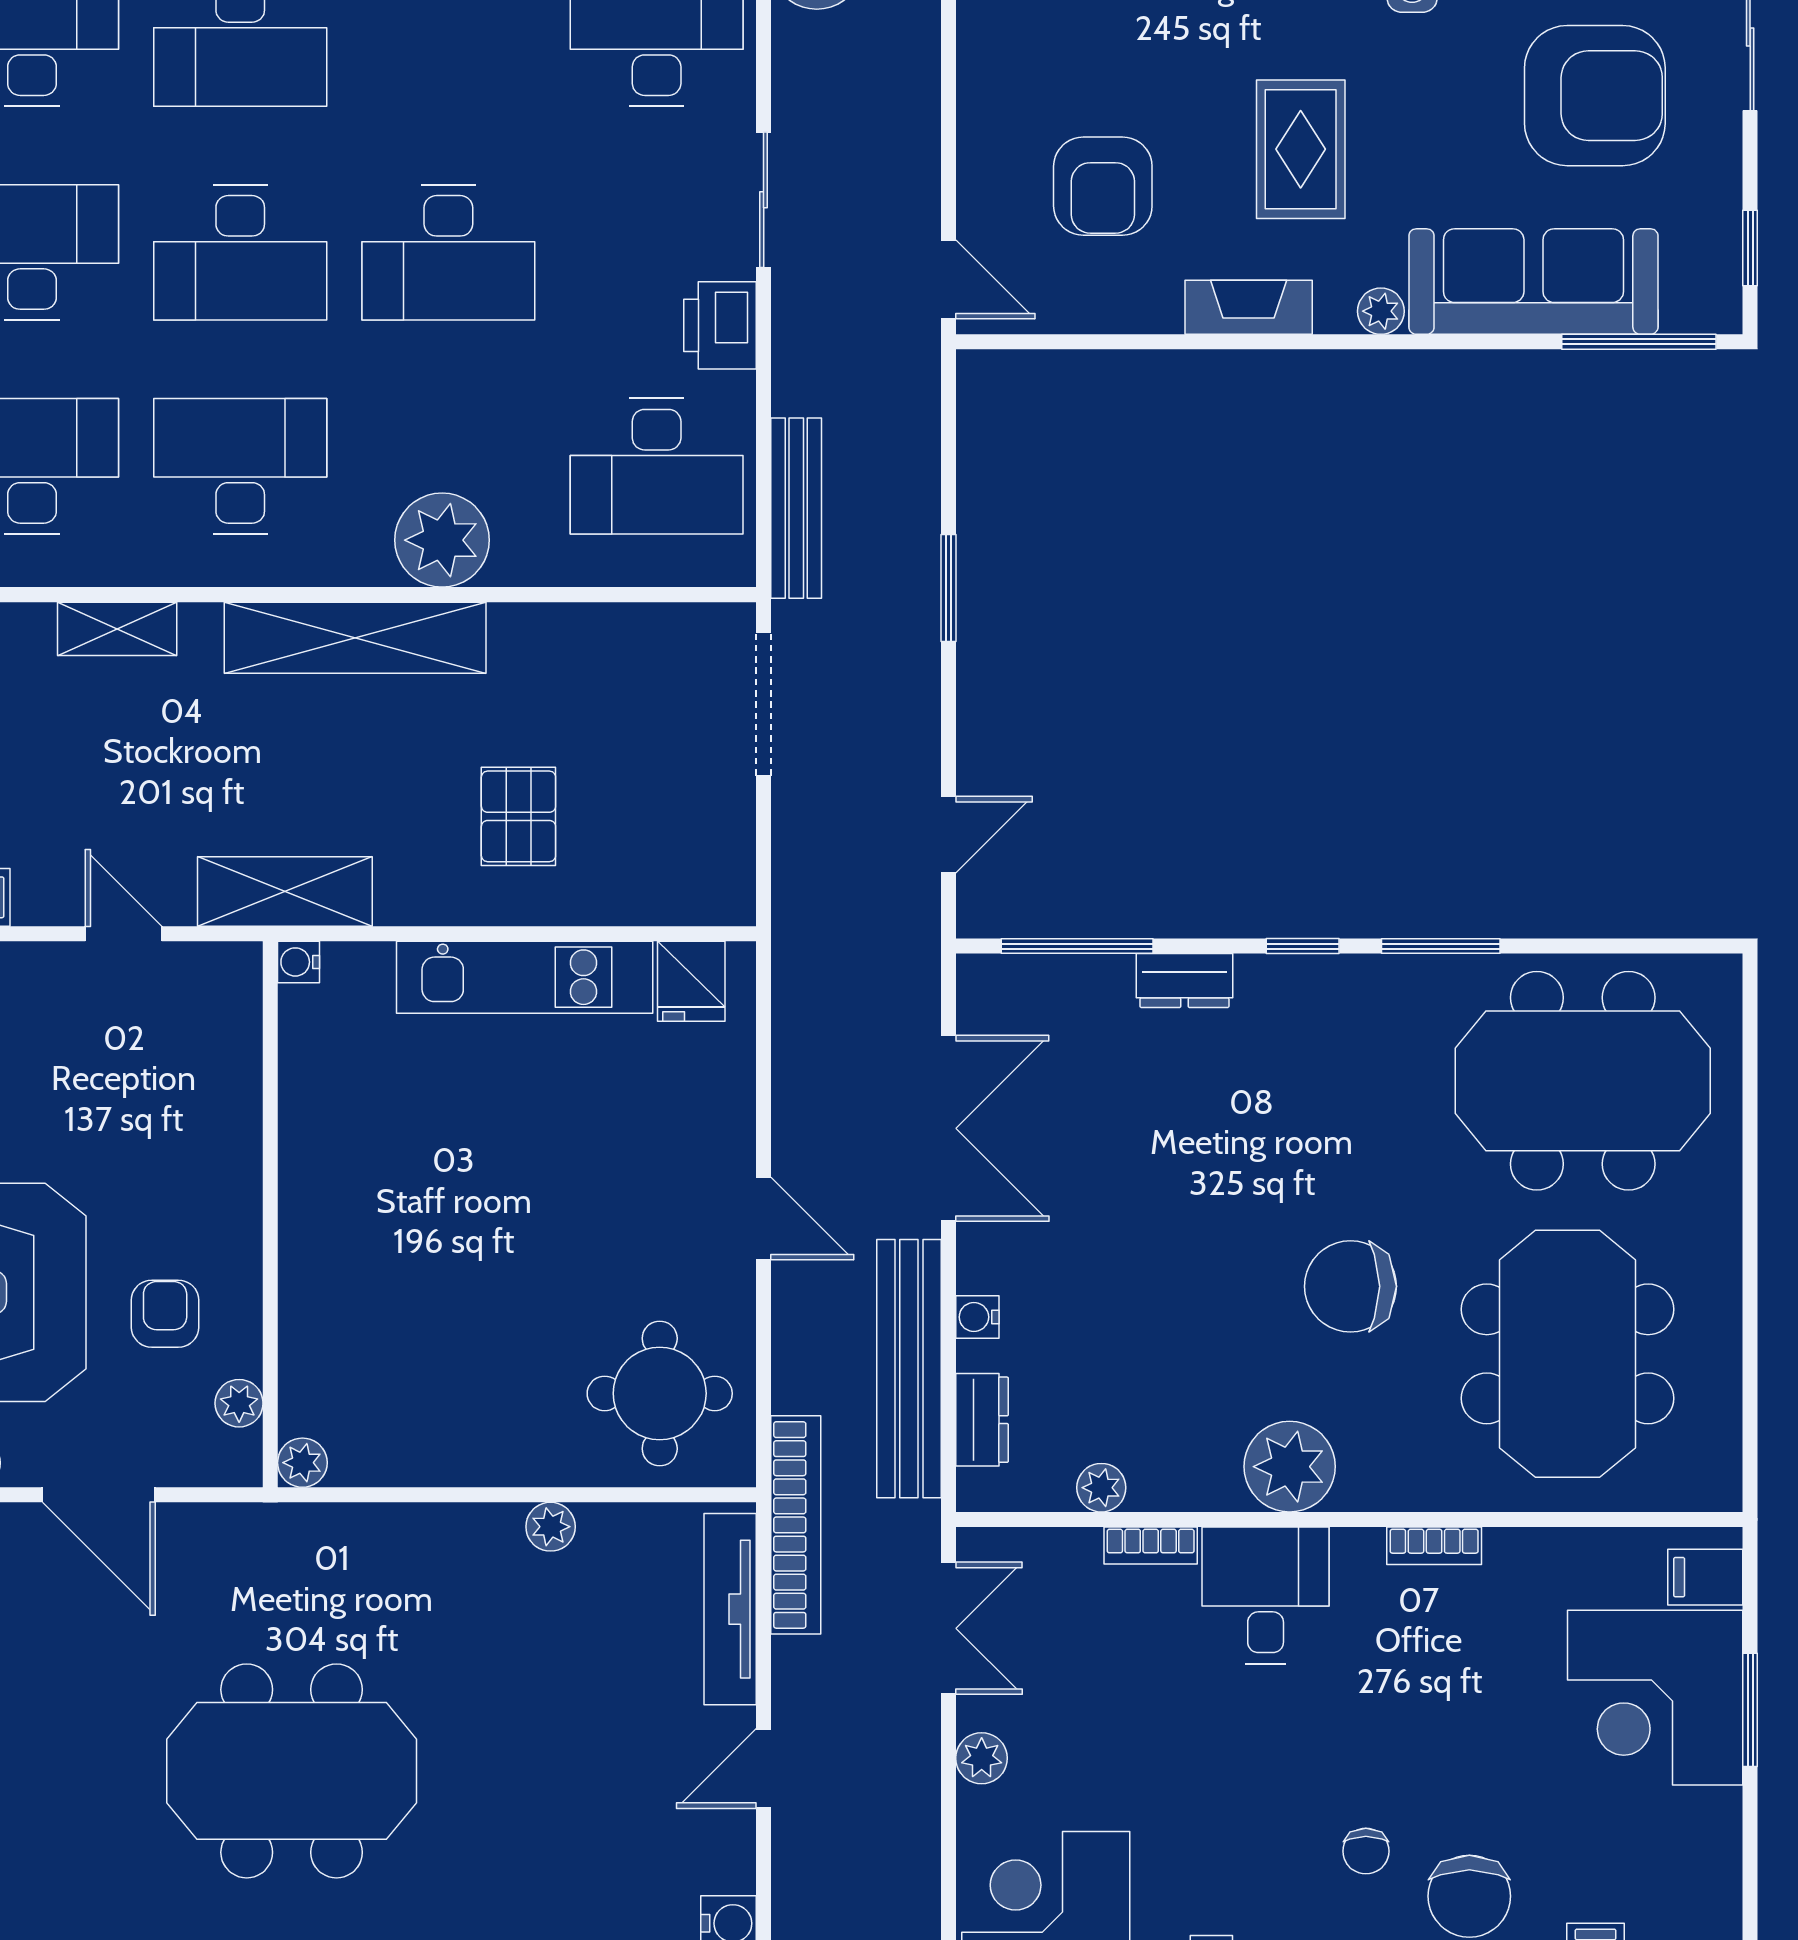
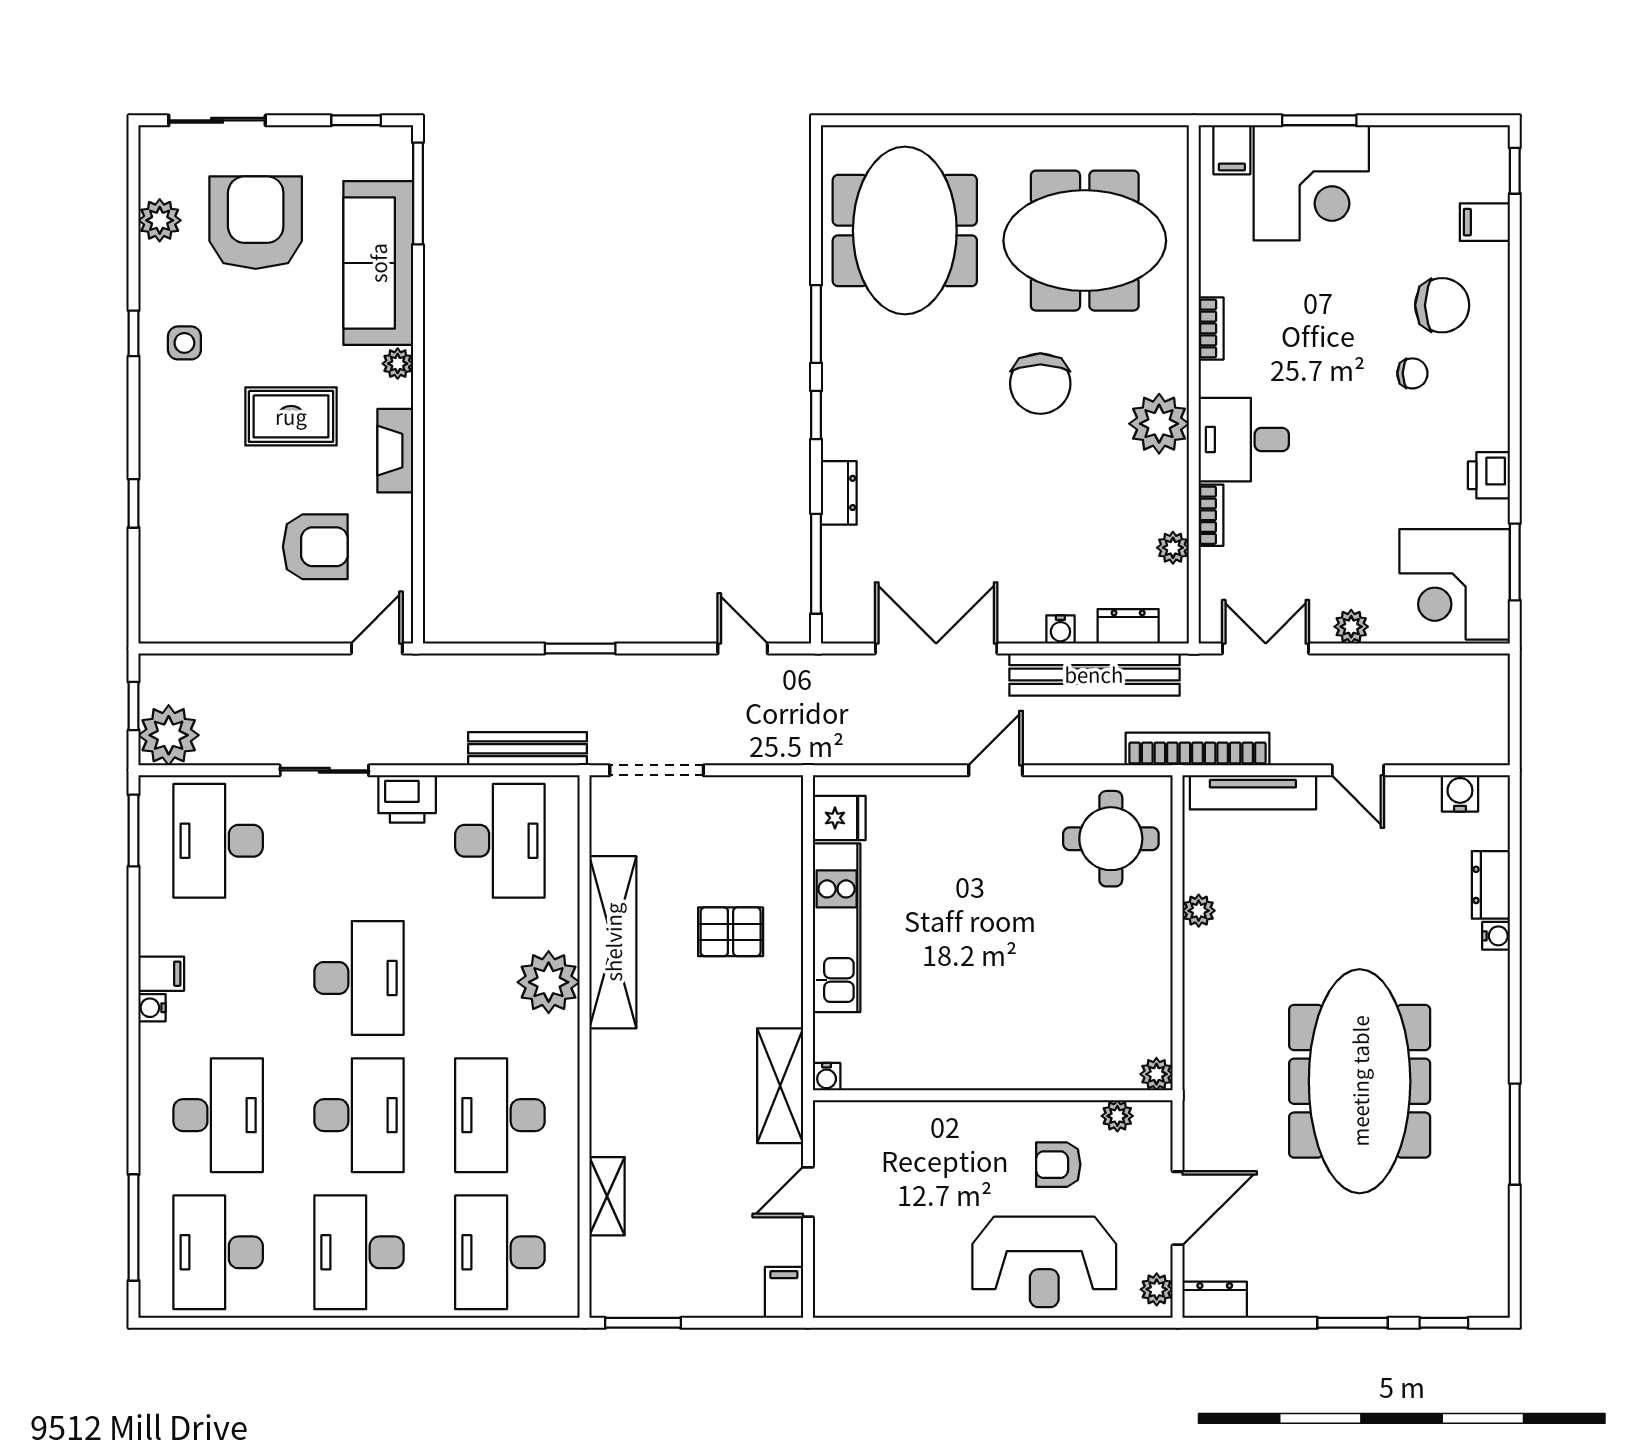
shelving: (355, 638) -> (613, 942), moved
meeting table: (292, 1771) -> (1360, 1081), width x1.36

